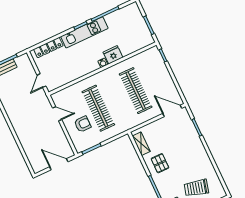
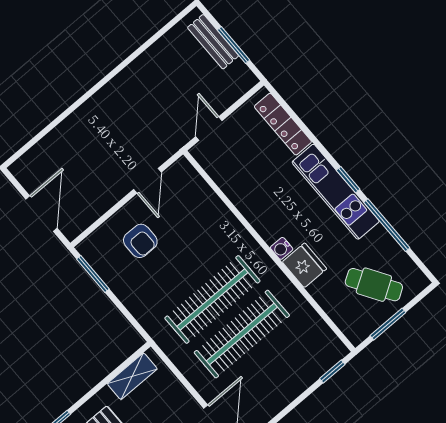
cafe table: (130, 27) -> (374, 285), added
door: (41, 81) -> (209, 129), hinge flipped
clothes rail: (98, 108) -> (212, 299), moved

